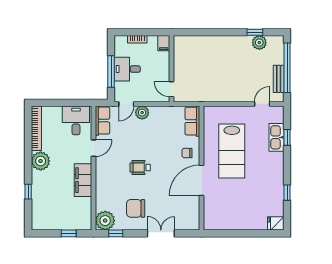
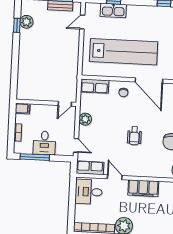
window: (111, 71) -> (35, 157), moved
door: (262, 104) -> (82, 22), hinge flipped
plant: (142, 113) -> (85, 119), moved
lab bench: (232, 151) -> (124, 52), width x1.36

